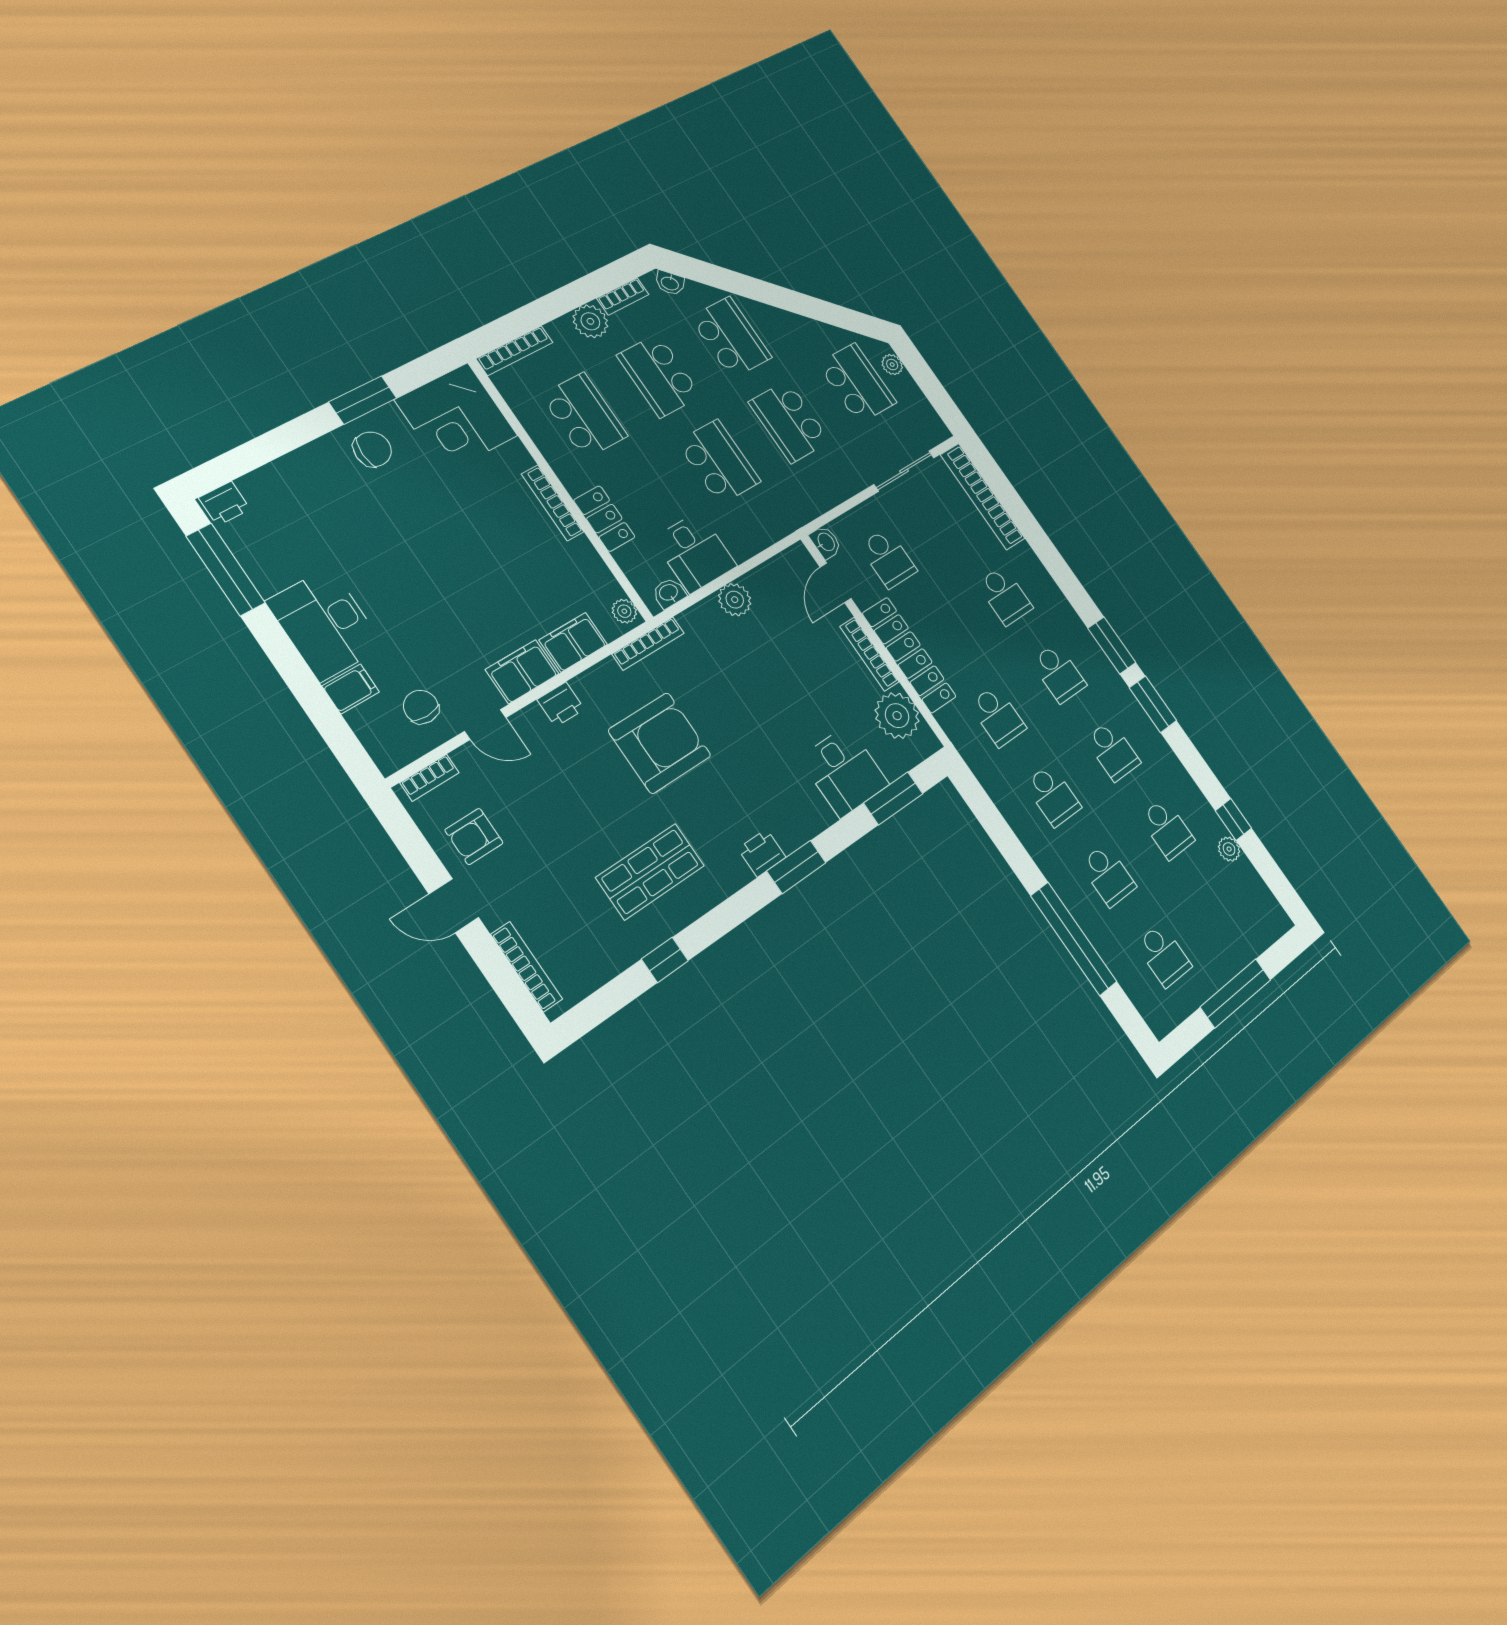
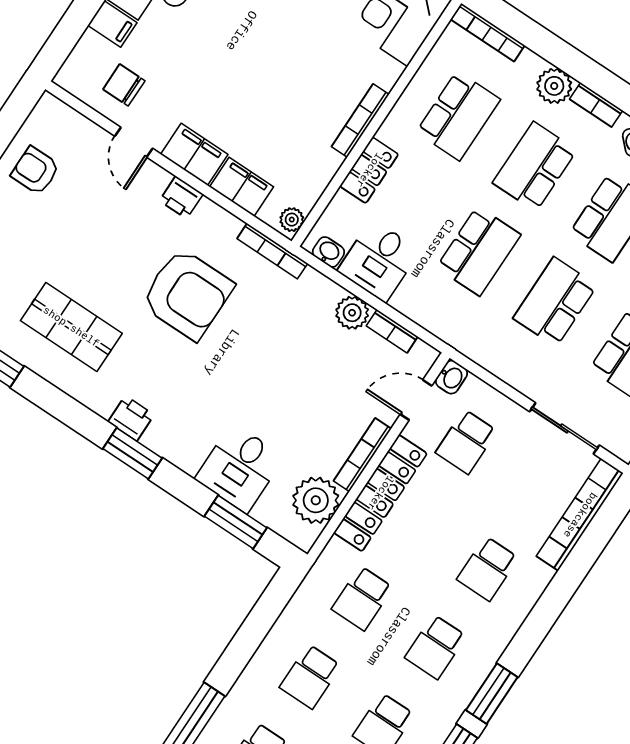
chair: (421, 707) -> (124, 85), turned -90
bookcase: (429, 778) -> (392, 331), moved

